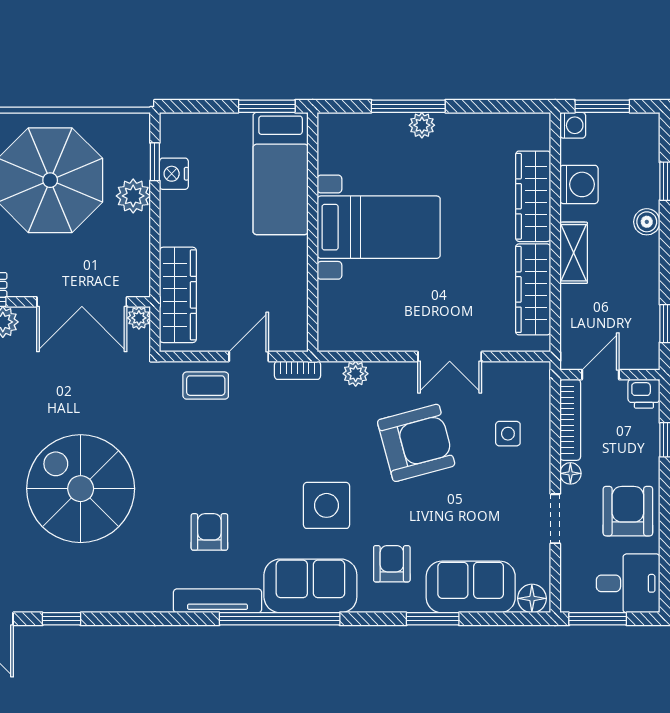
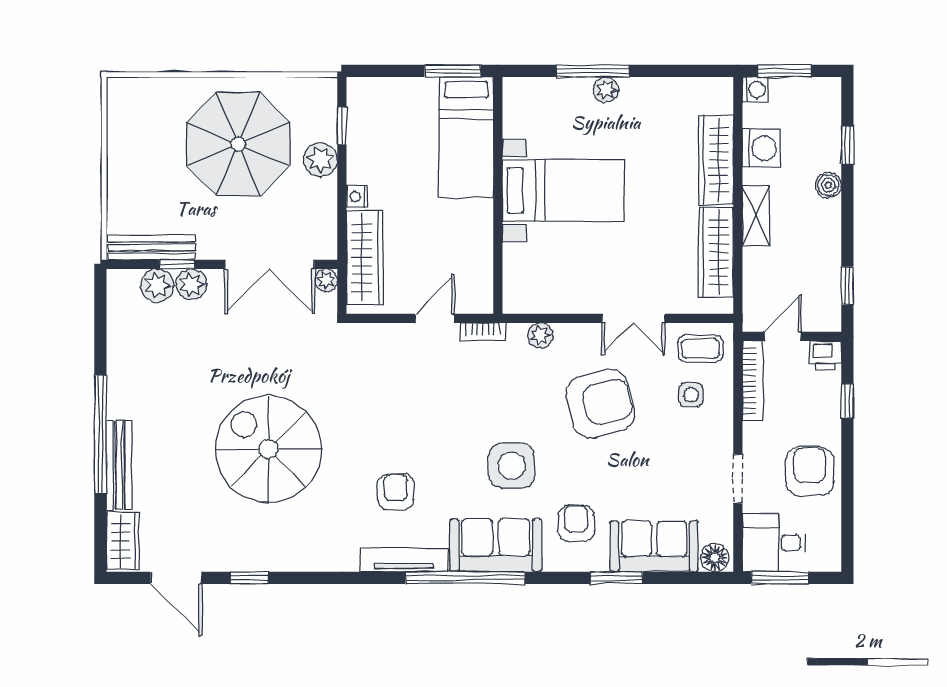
nightstand: (174, 174) -> (357, 197), moved, width x0.72, depth x0.74
coffee table: (206, 386) -> (701, 349), moved
floor lamp: (570, 473) -> (753, 434), removed
desk: (628, 583) -> (774, 543), moved, turned 180

